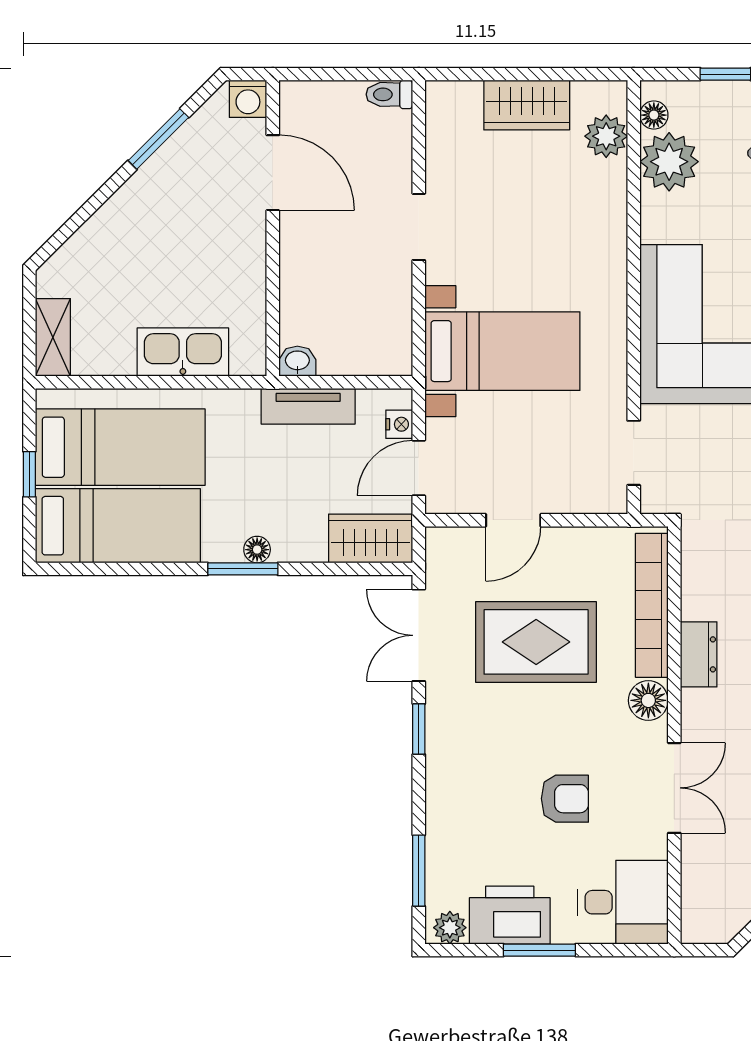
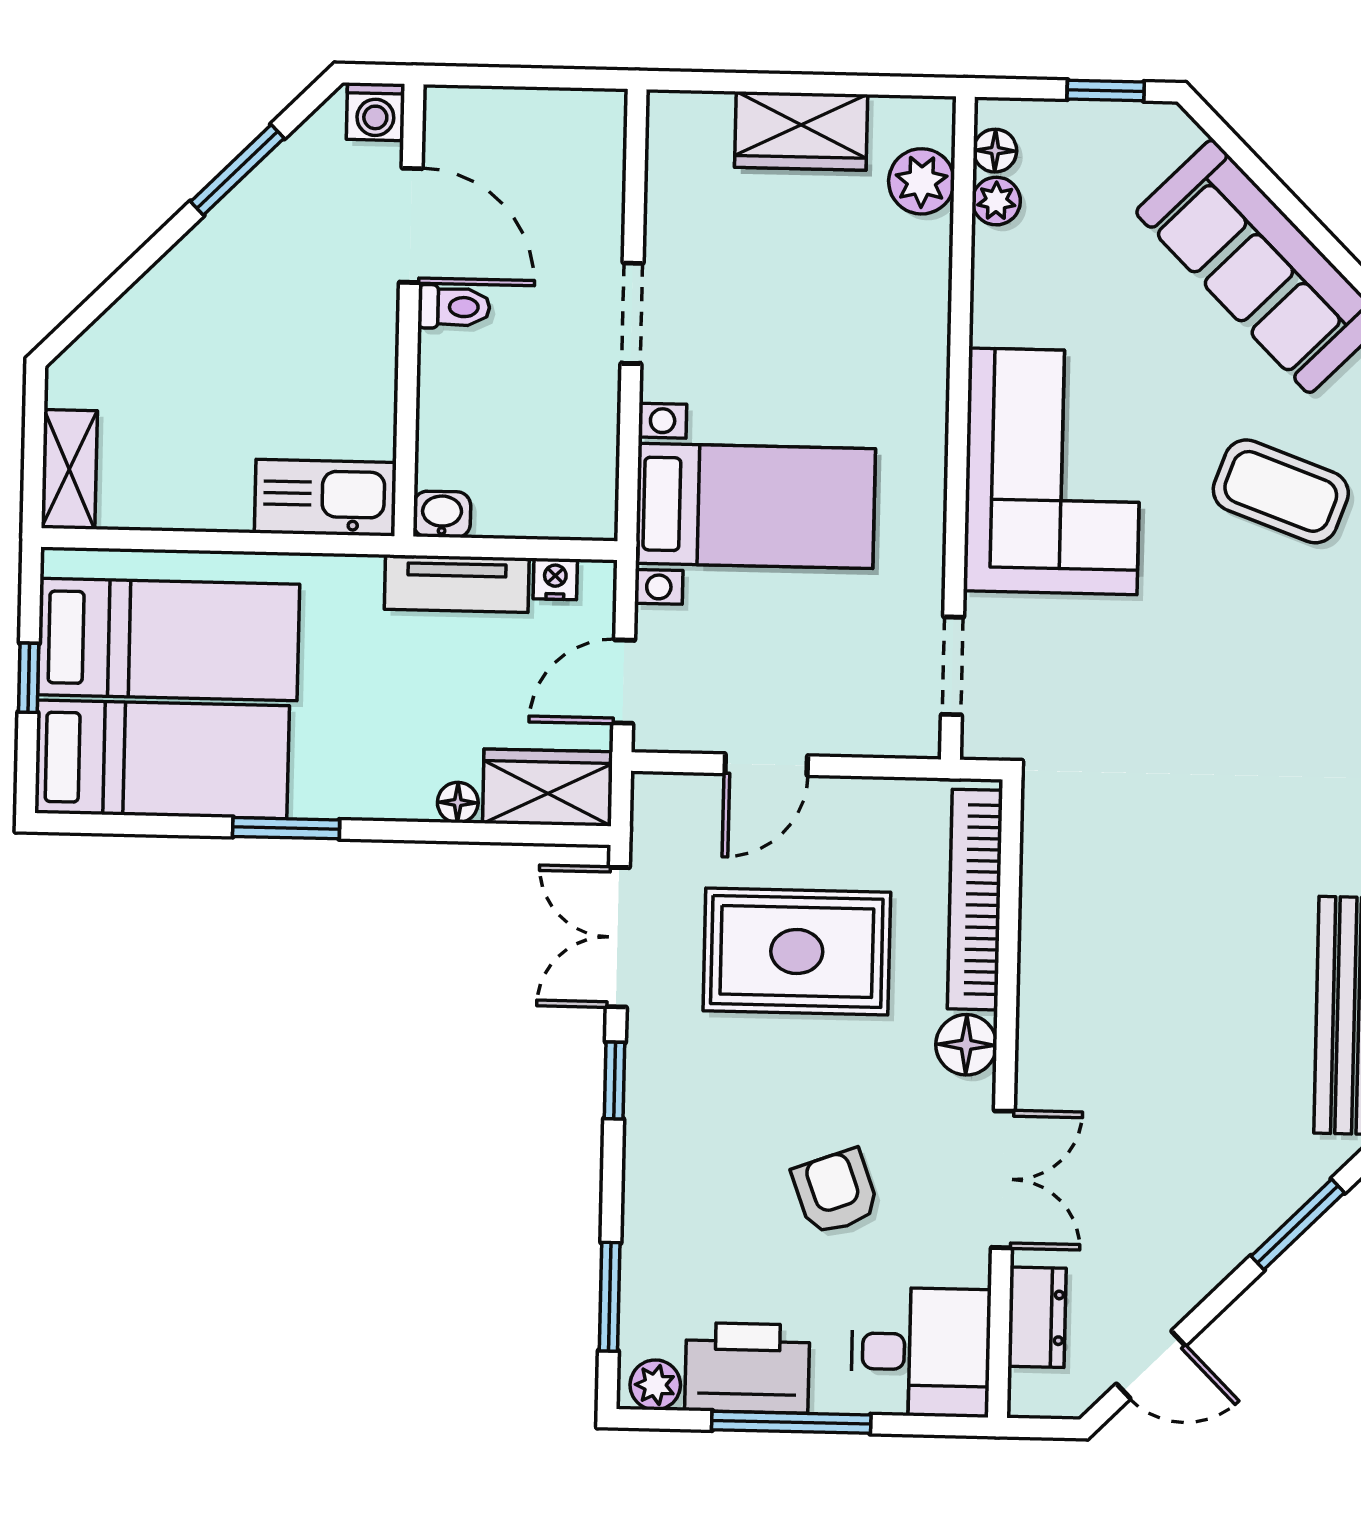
toilet: (389, 94) -> (454, 307), moved, turned 180
plant: (669, 162) -> (996, 201), width x0.53, depth x0.53
kitchen sink: (183, 352) -> (325, 498), moved
nightstand: (399, 424) -> (555, 579), moved, turned -90
floor lamp: (257, 550) -> (458, 802), moved
window: (243, 569) -> (286, 828), moved
dresser: (699, 654) -> (1037, 1317), moved
armchair: (565, 799) -> (836, 1192), turned -110
window: (539, 950) -> (791, 1422), width x1.44

